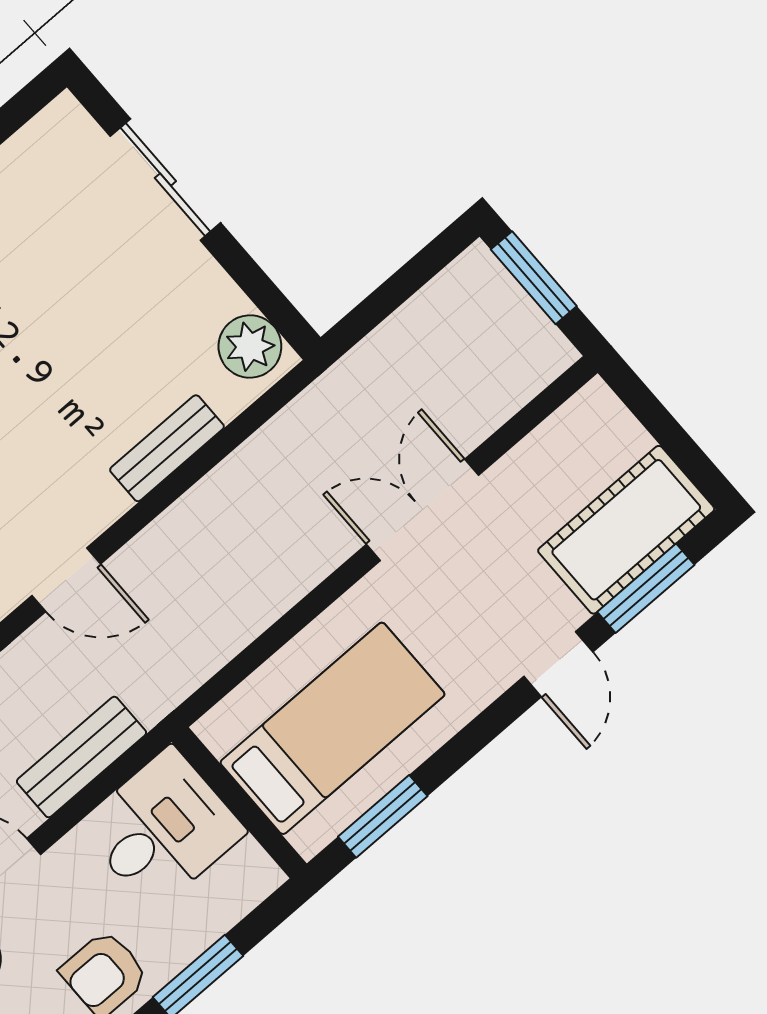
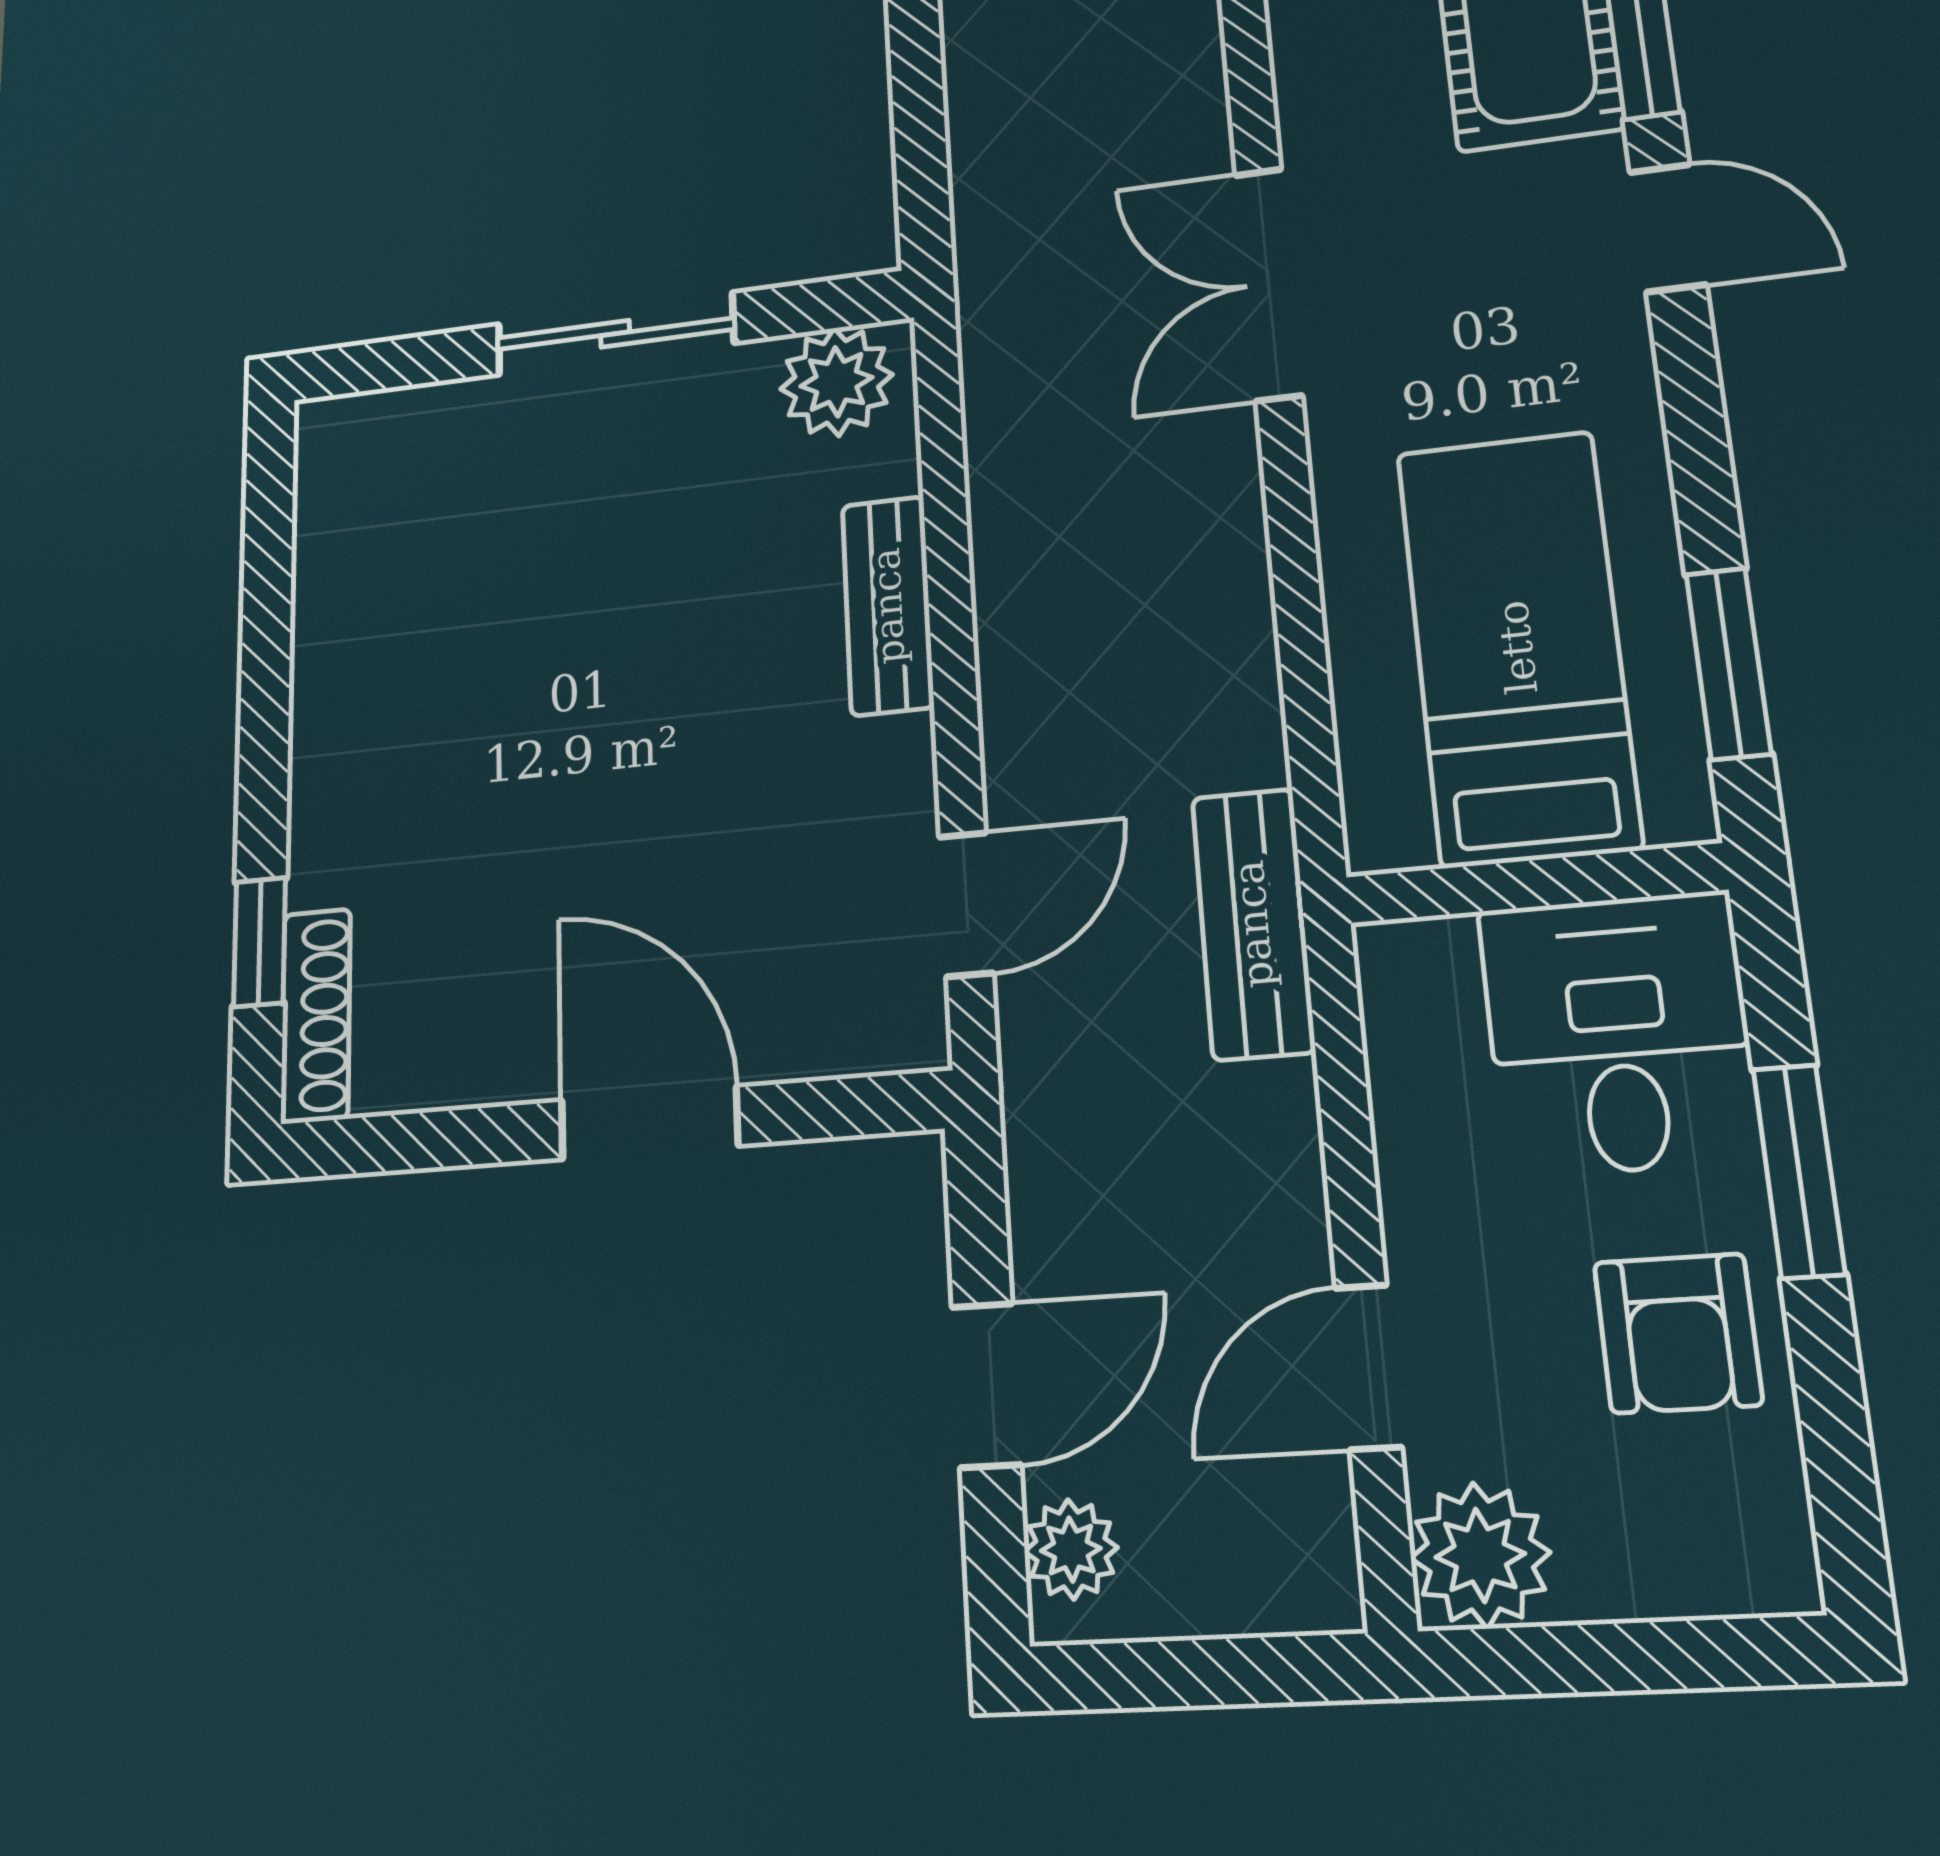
sliding door: (165, 180) -> (615, 334), moved
bench: (82, 757) -> (1253, 924), moved
desk: (162, 829) -> (1618, 1033), moved

